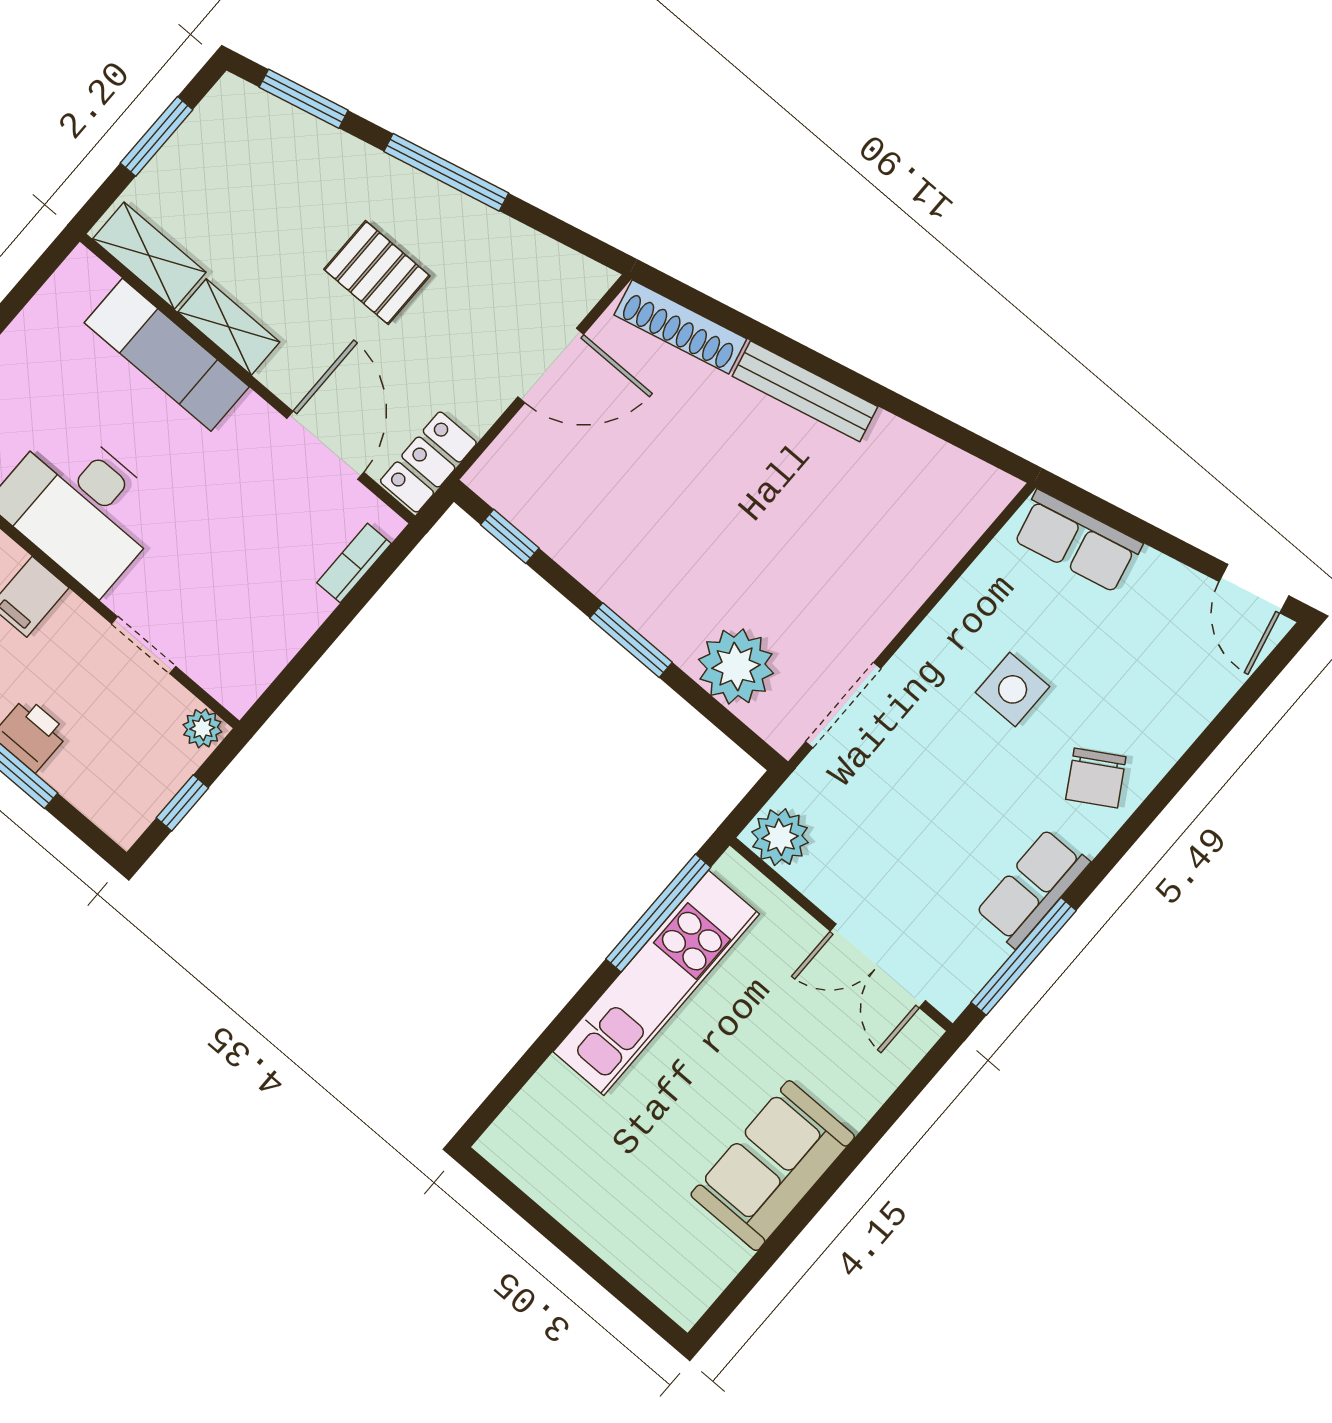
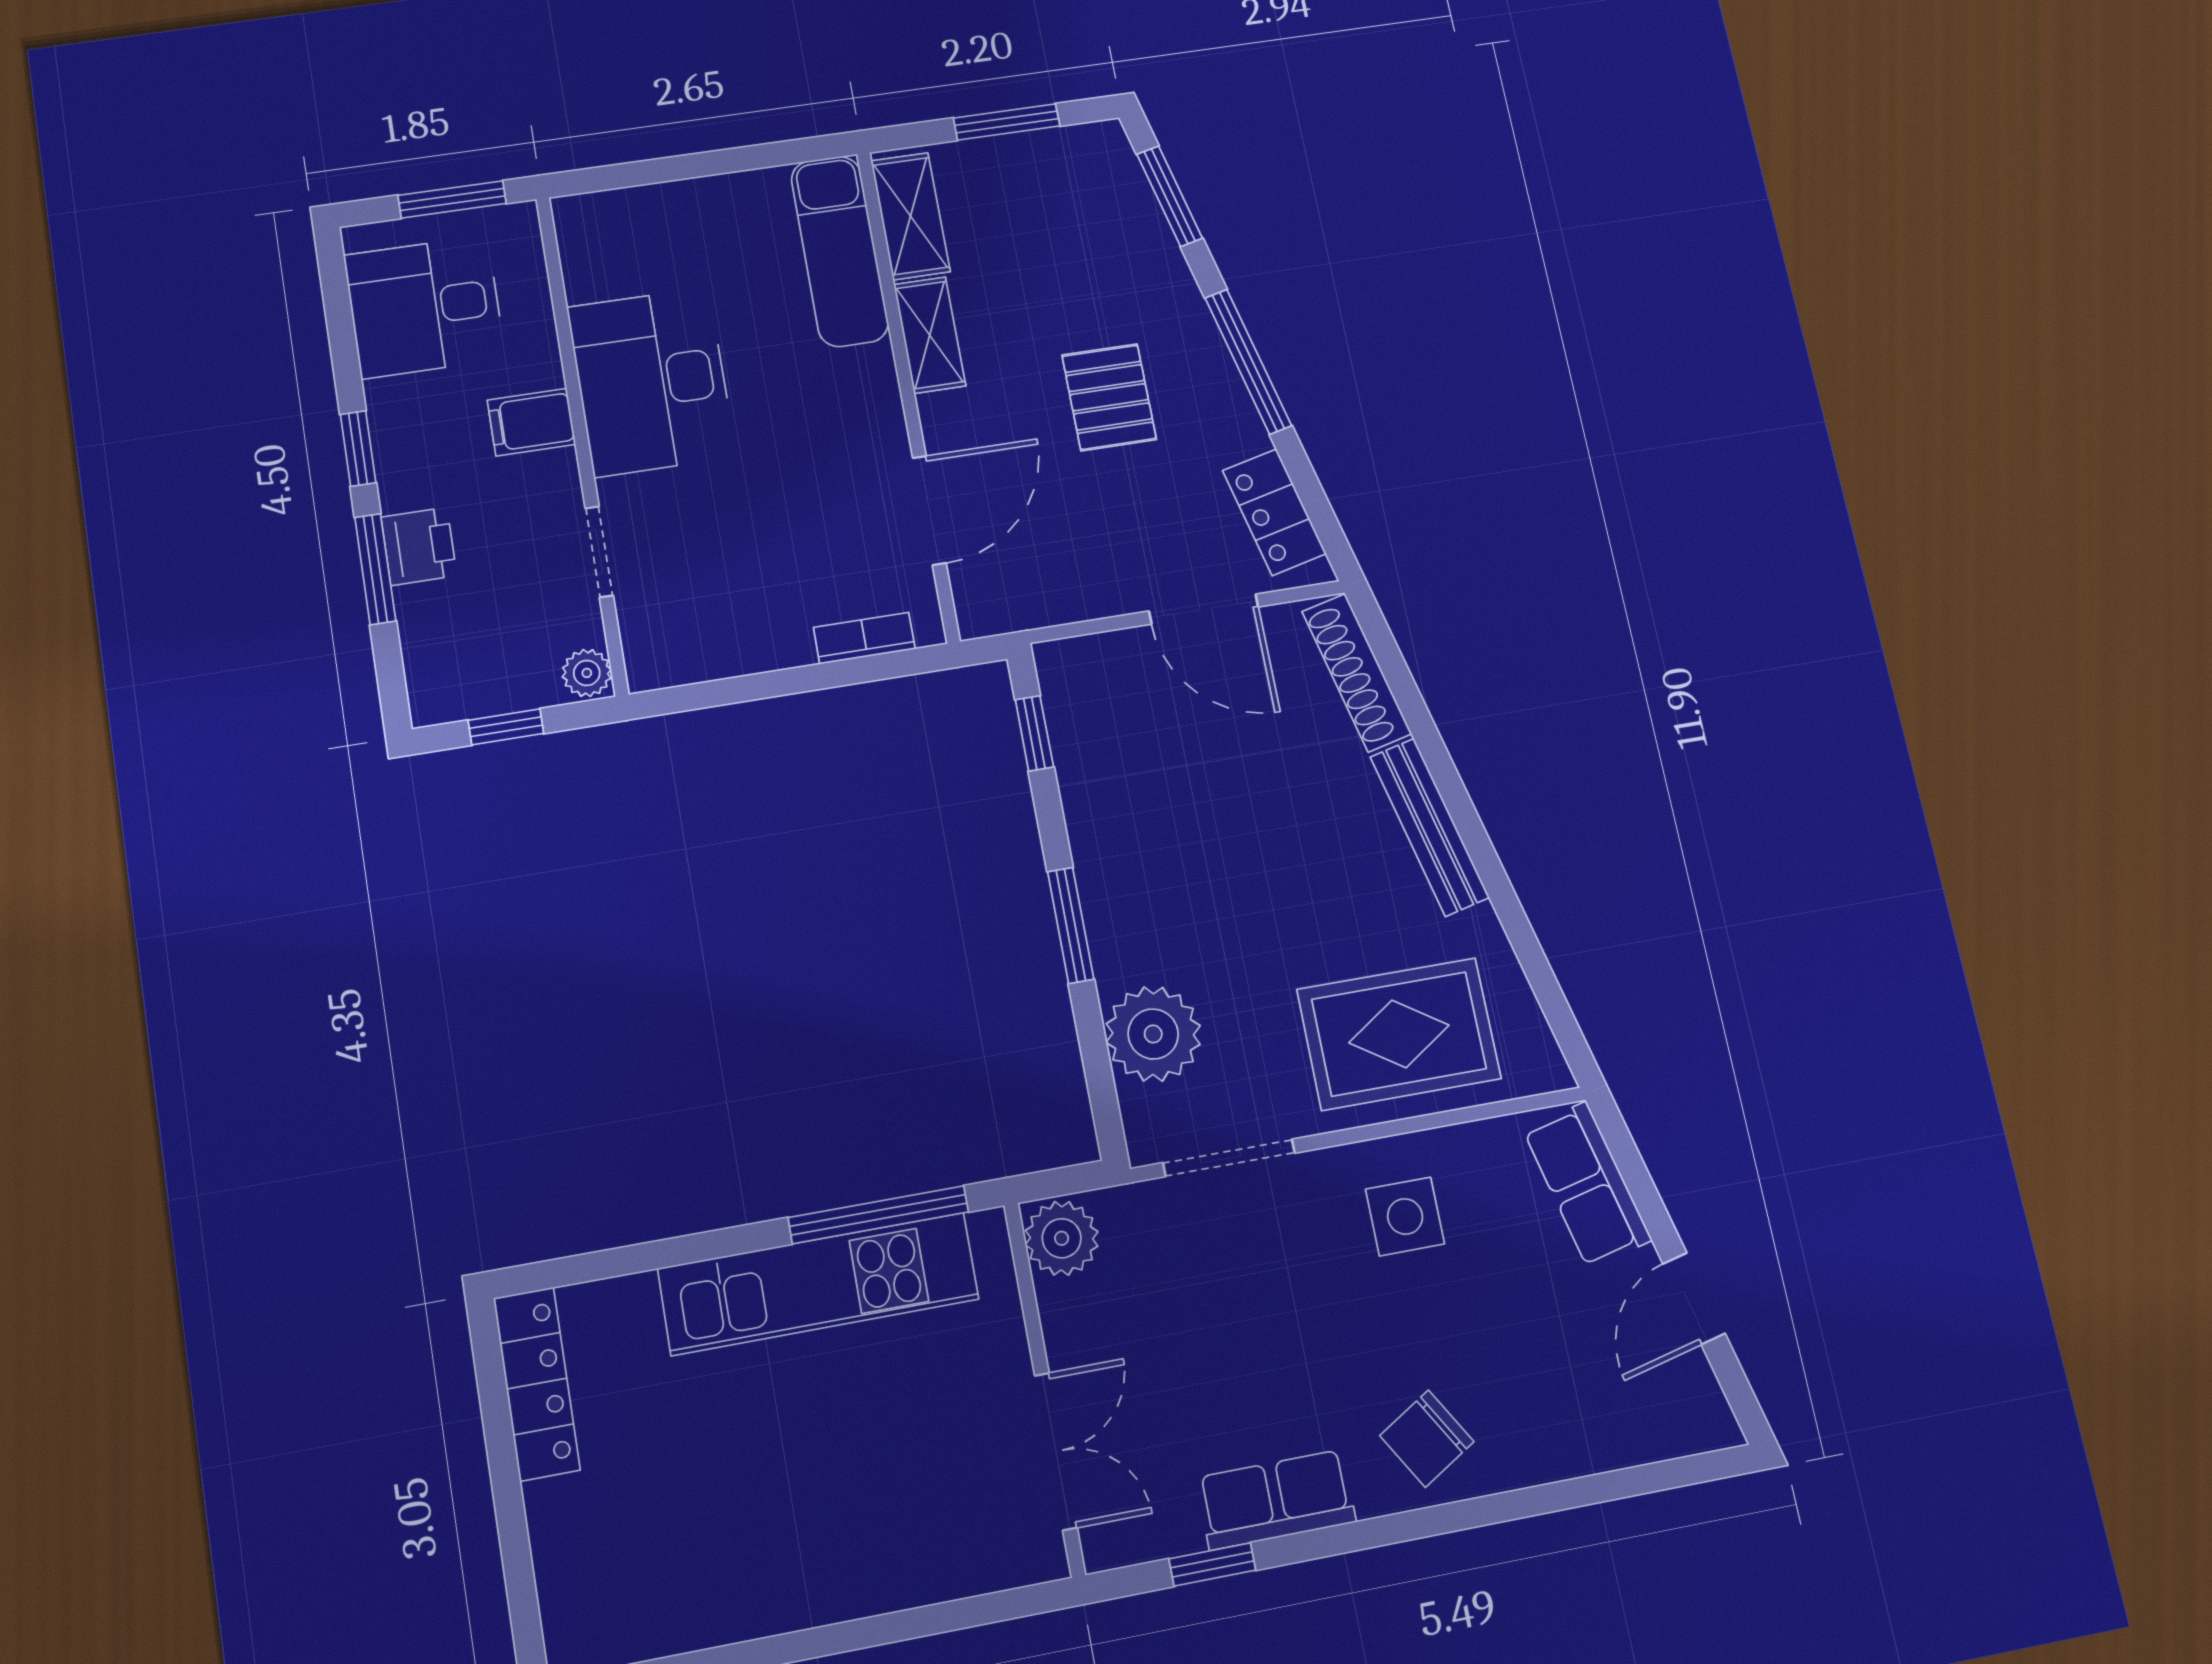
exam couch: (167, 355) -> (840, 251), moved
locker: (428, 462) -> (1274, 512), moved, turned -103
rug: (888, 541) -> (1399, 1034), added
door: (1254, 589) -> (1694, 1299), moved
side table: (1013, 689) -> (1405, 1217), moved
window: (1024, 956) -> (1212, 1564), width x0.46
double door: (878, 966) -> (1056, 1451), swing flipped
sofa: (773, 1166) -> (782, 1573), removed
locker: (539, 1175) -> (537, 1384), added

